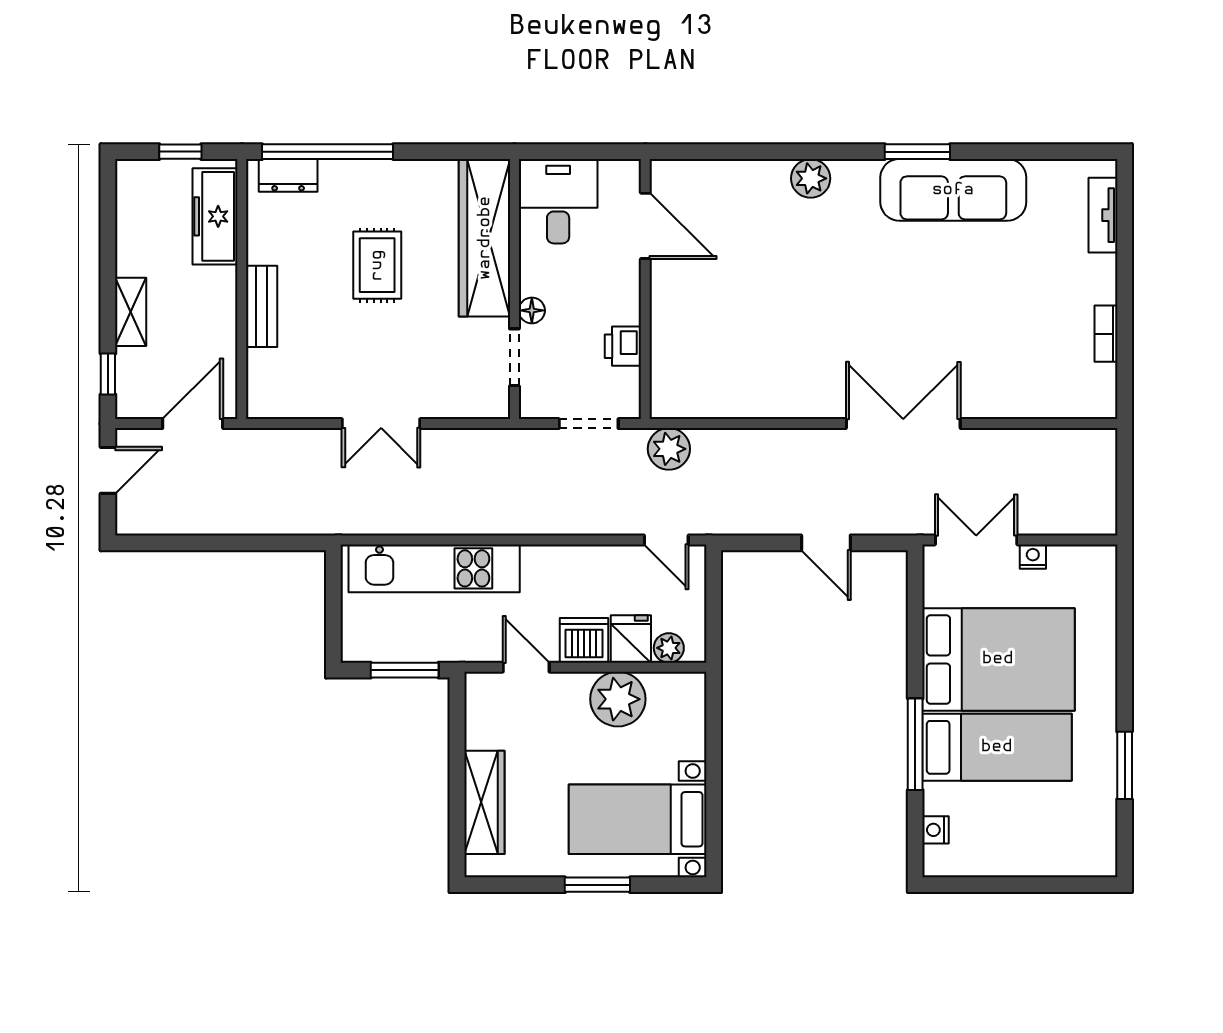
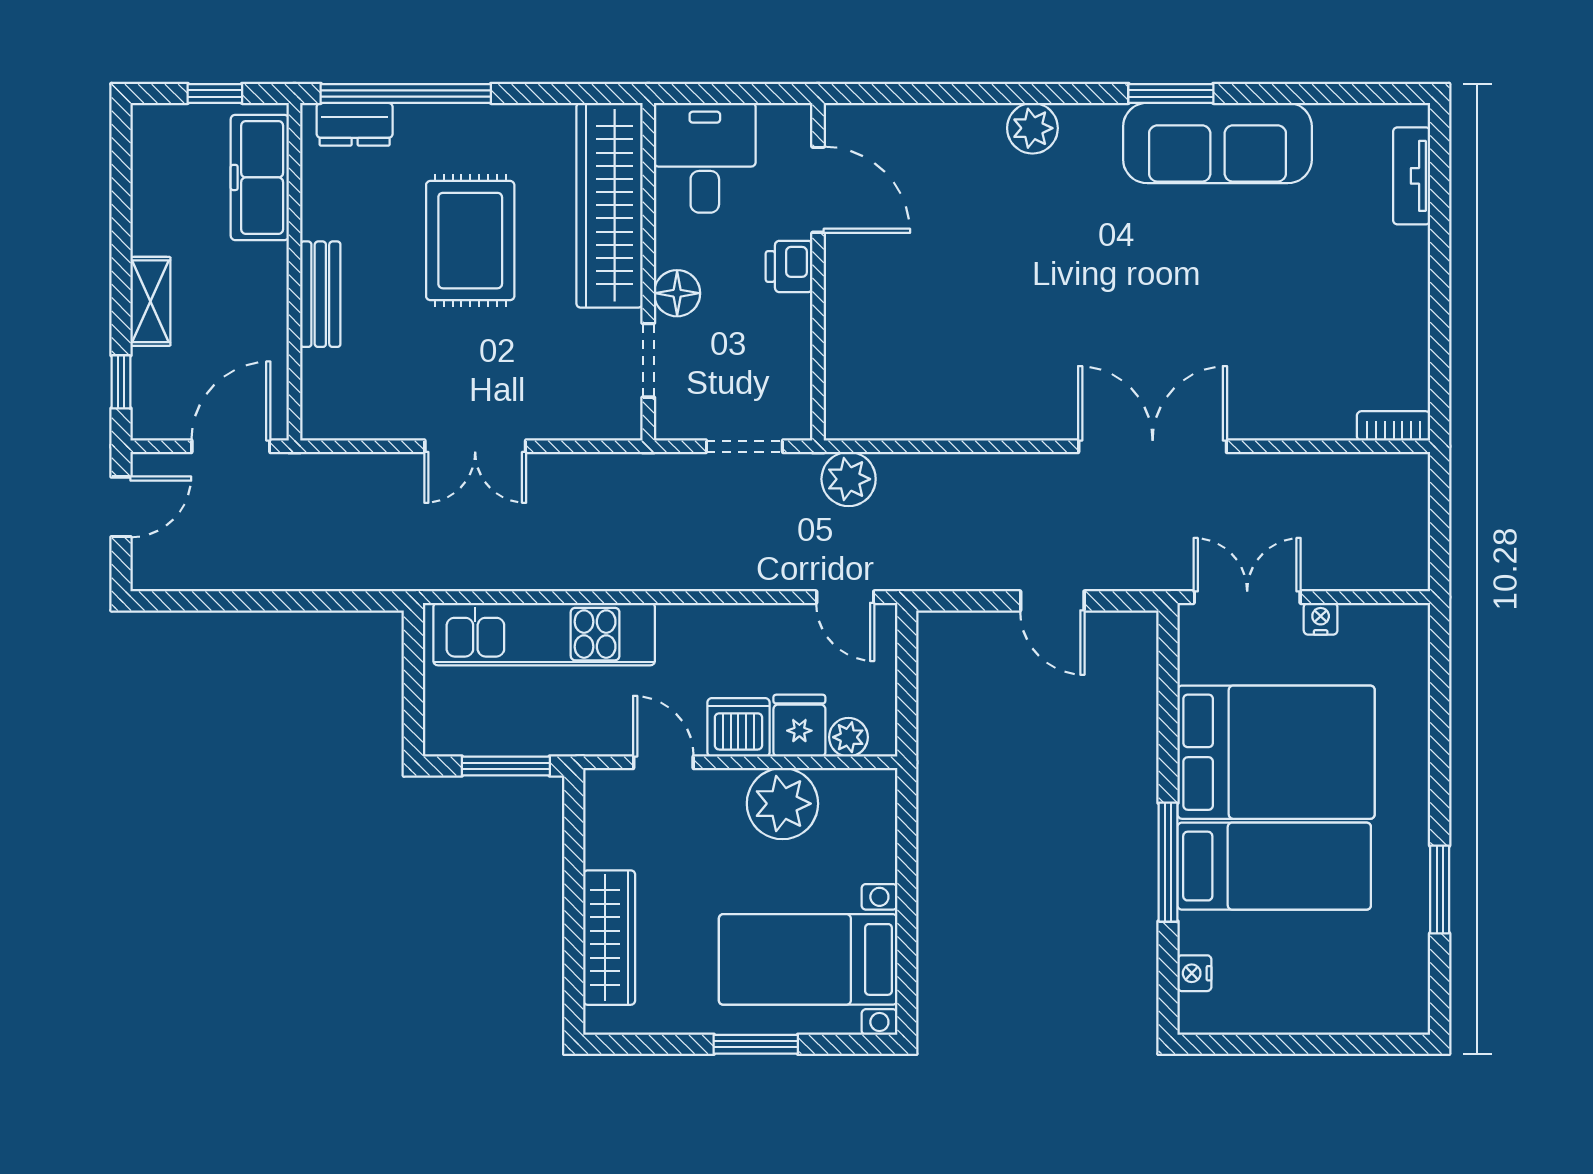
rug: (377, 265) -> (470, 241), width x1.36, depth x1.43
floor lamp: (532, 310) -> (677, 293), width x1.37, depth x1.37
bookcase: (1106, 334) -> (1394, 426), moved, turned 90
printer: (623, 346) -> (789, 266), moved

